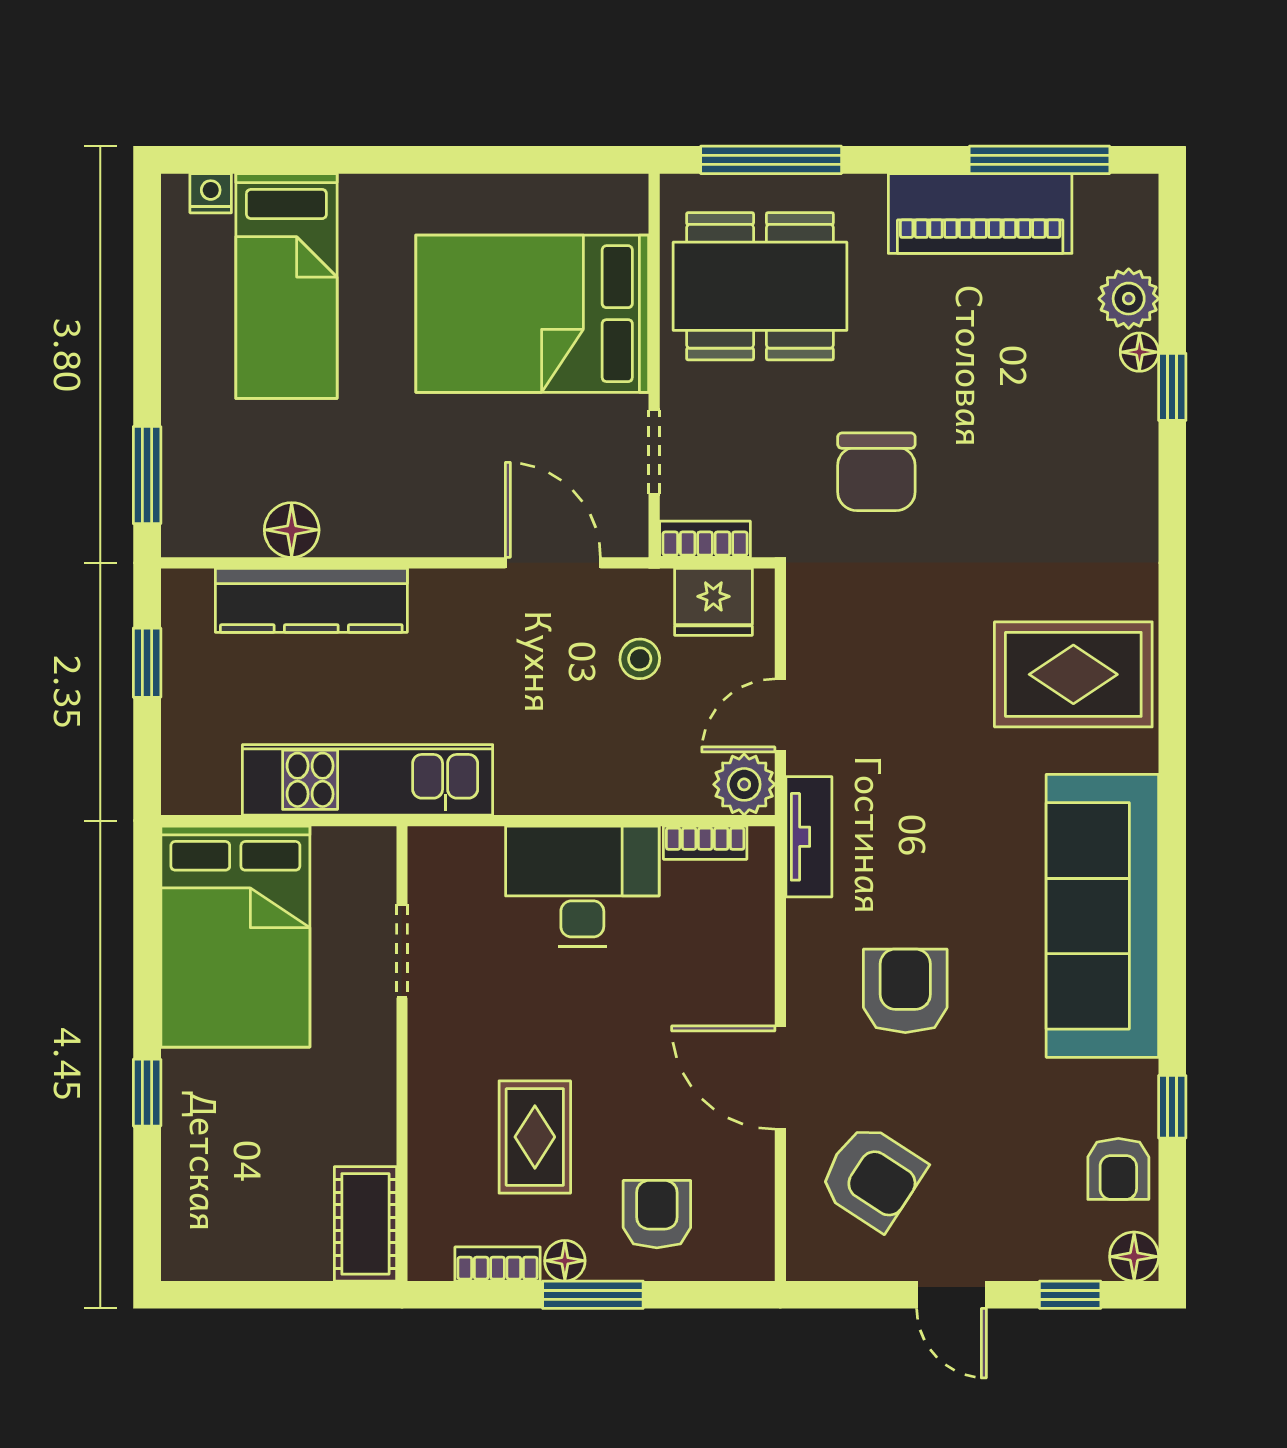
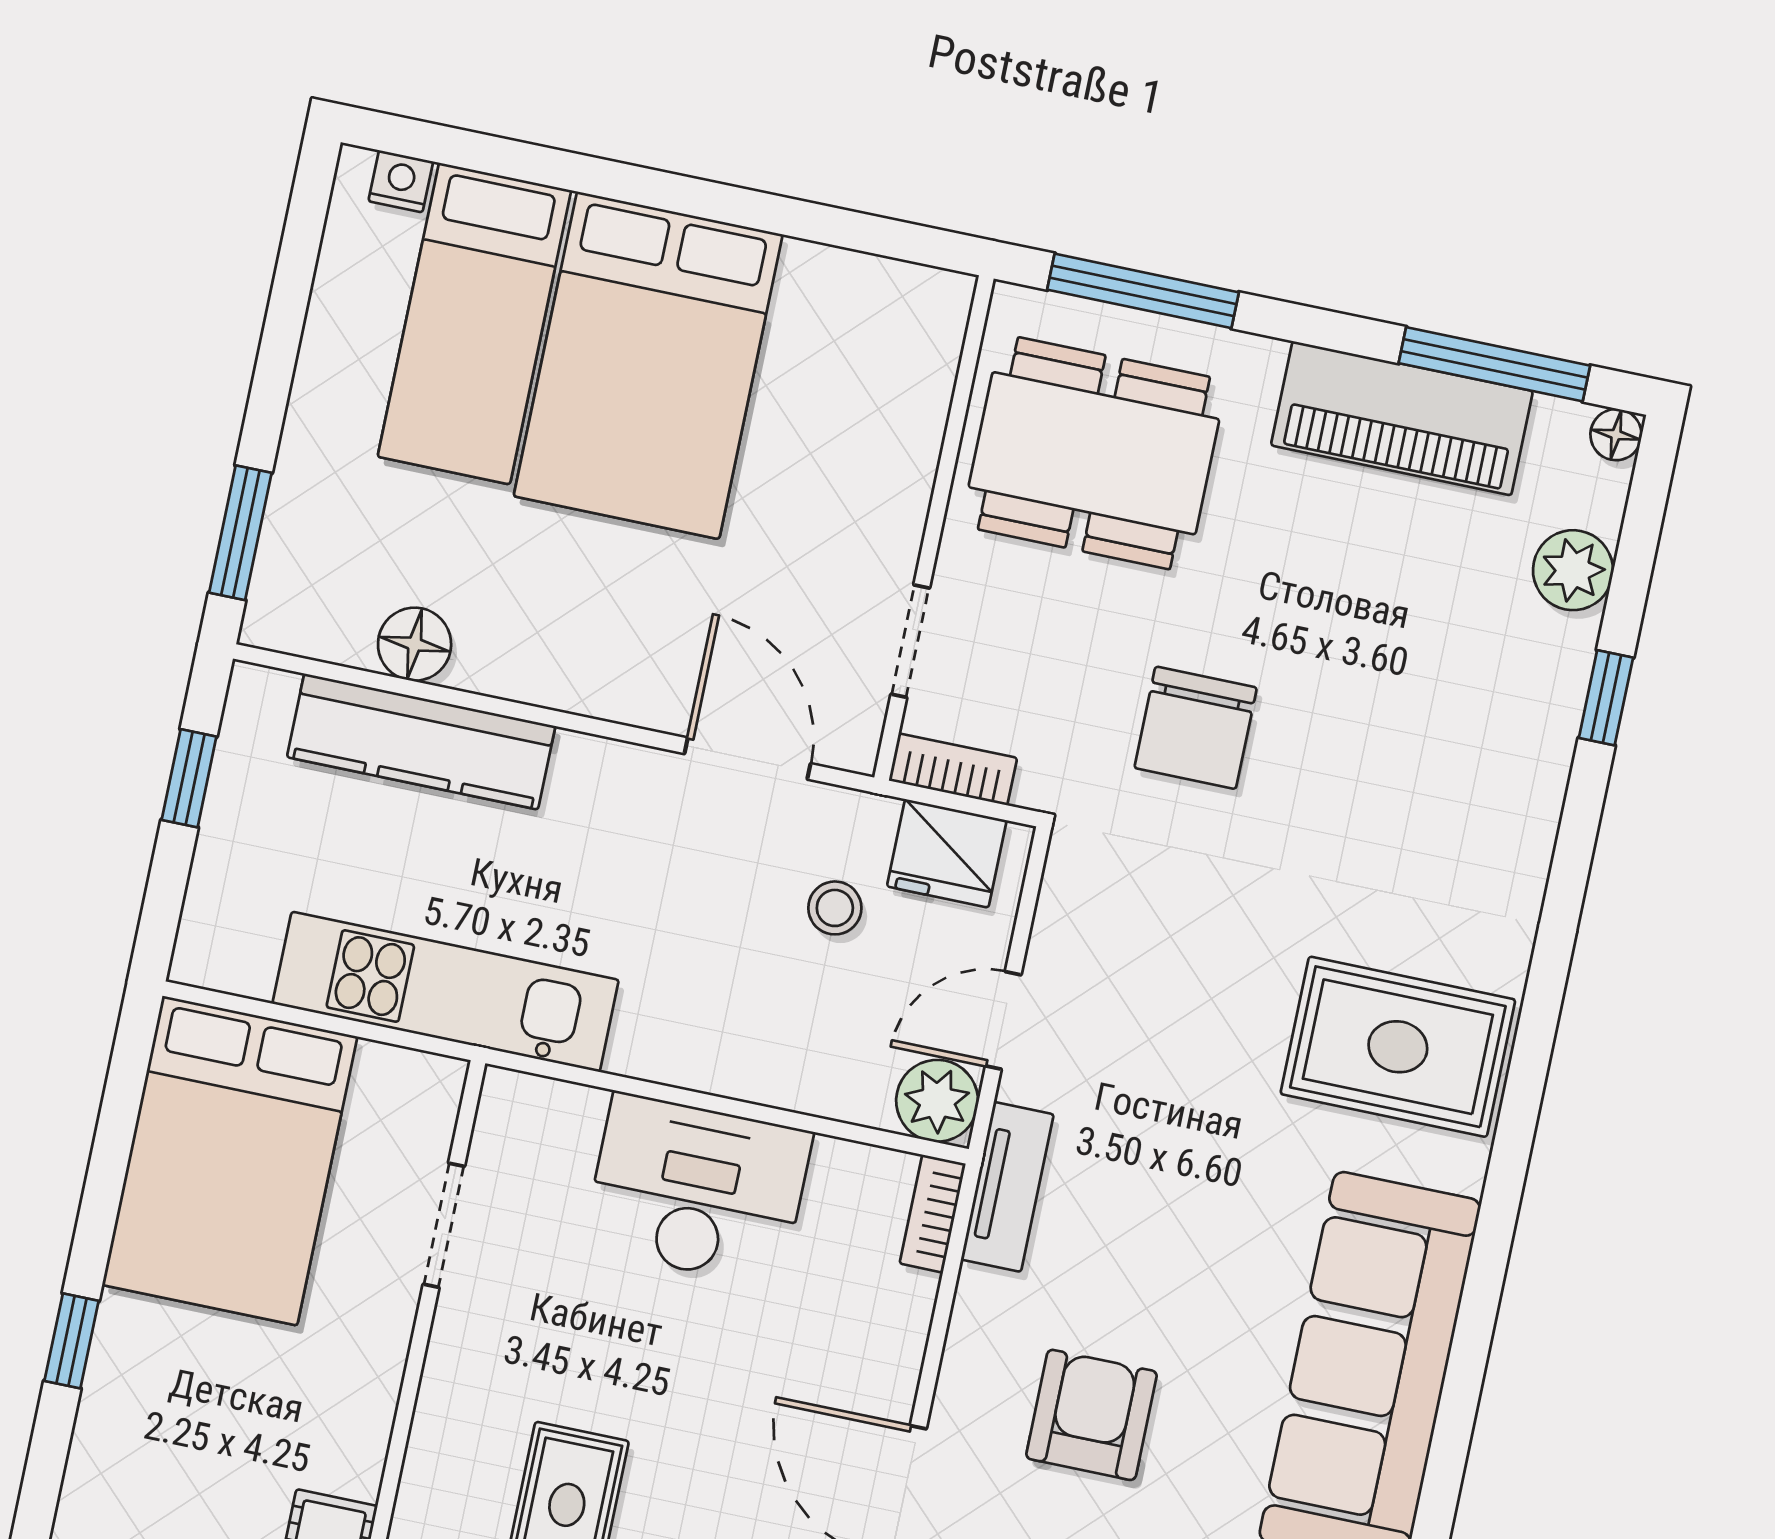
bed: (532, 314) -> (648, 365), moved, turned -90
floor lamp: (1139, 352) -> (1616, 435), moved
bookcase: (705, 843) -> (933, 1214), moved, turned 90

